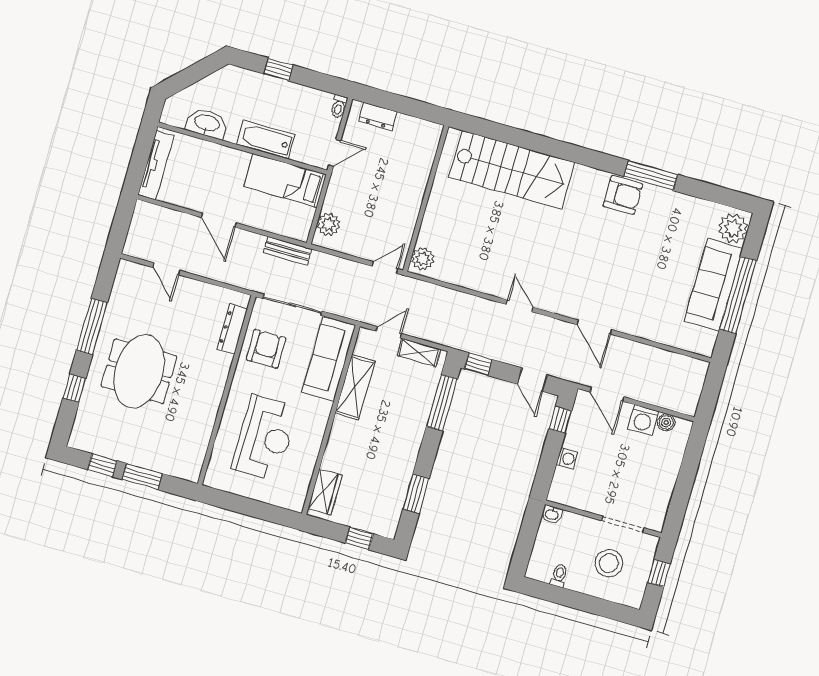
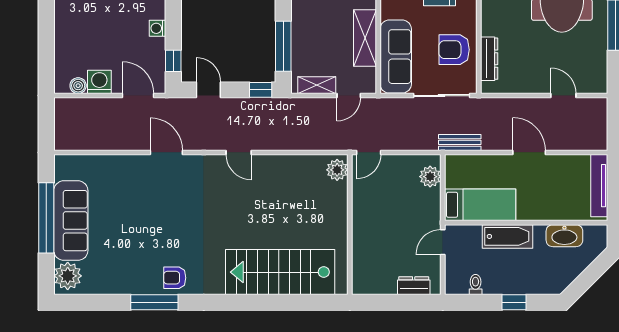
toilet: (339, 106) -> (476, 285), moved
armchair: (623, 195) -> (175, 278), width x0.72, depth x0.72
armchair: (266, 349) -> (454, 50), turned 90

